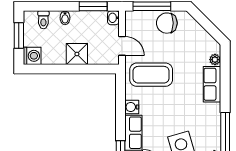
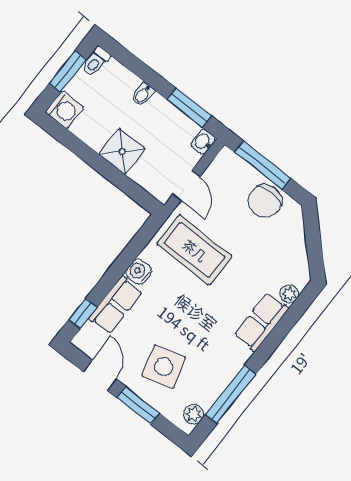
toilet: (43, 20) -> (96, 62), moved
chair: (167, 23) -> (265, 201), turned -90

